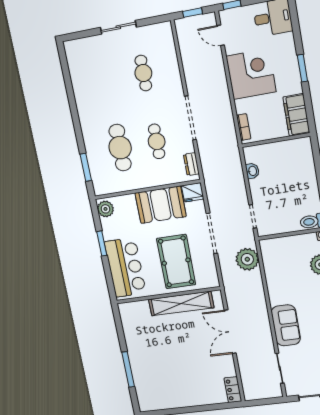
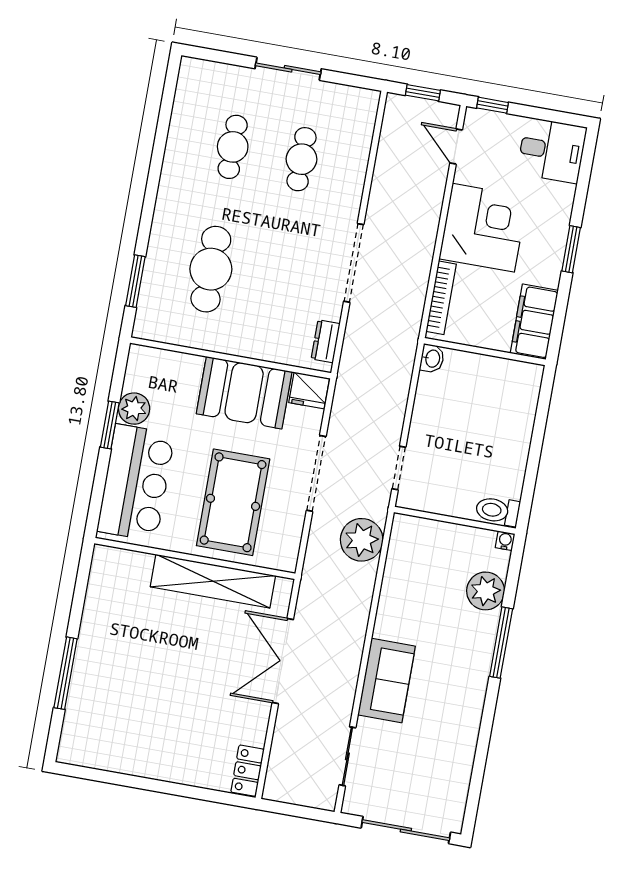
bookcase: (244, 127) -> (441, 298), width x1.56
cafe table: (157, 141) -> (233, 147), moved
washbasin: (252, 171) -> (432, 358), moved
plant: (105, 209) -> (134, 409), moved

